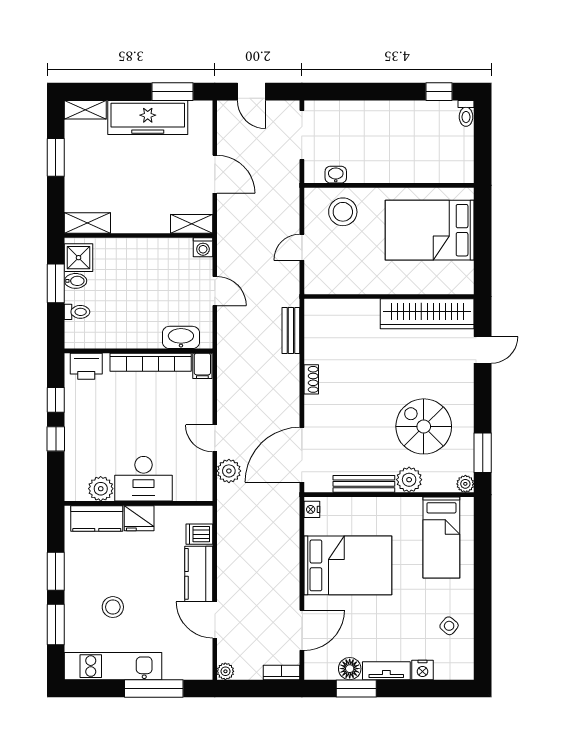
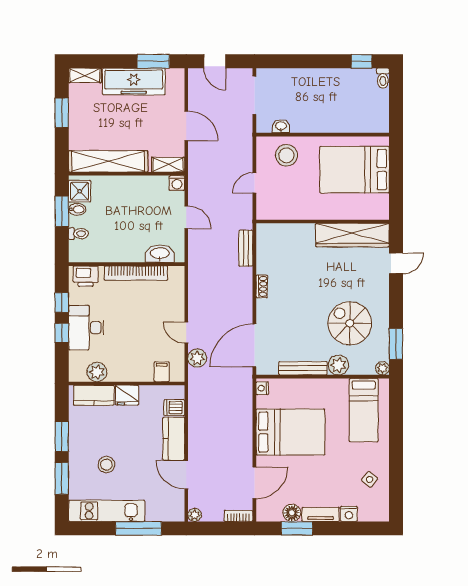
shelving: (87, 223) -> (108, 161), width x2.20, depth x1.33
filing cabinet: (202, 366) -> (162, 372), moved, turned 180
desk: (144, 479) -> (86, 328), moved, turned 90

